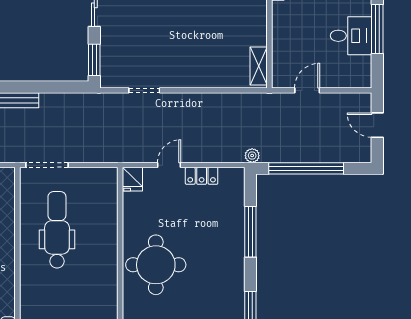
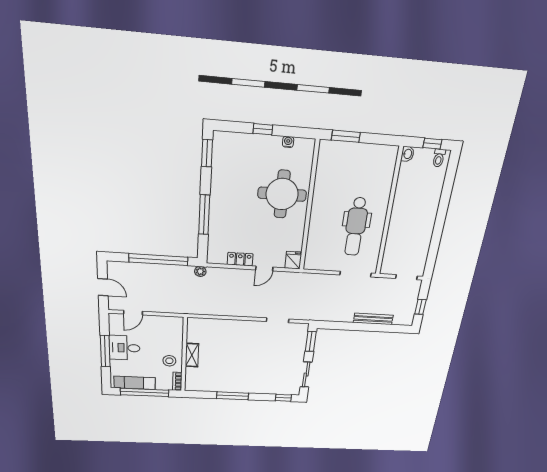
stool: (290, 18) -> (169, 361), added
shelving: (259, 66) -> (192, 355), moved
door: (307, 90) -> (133, 313), moved

